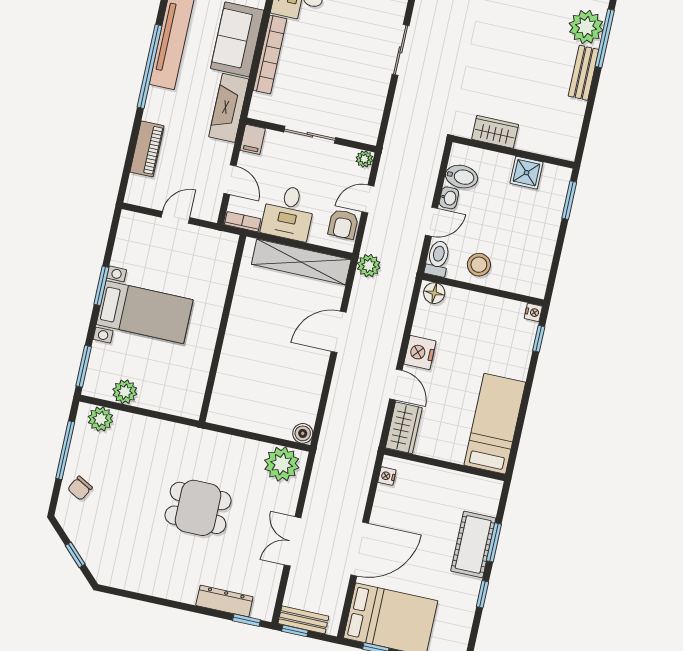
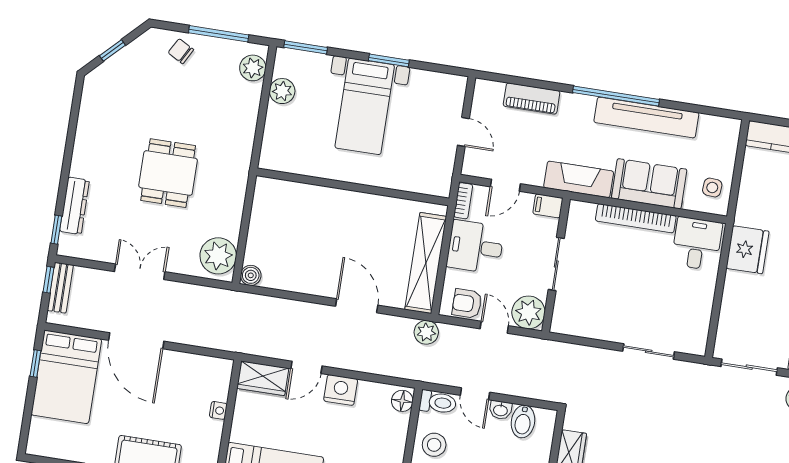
plant: (364, 159) -> (528, 312), width x1.88, depth x1.88
nightstand: (387, 476) -> (218, 410), moved, turned 90

